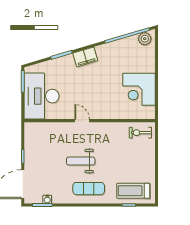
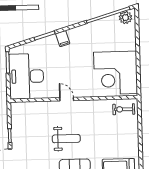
filing cabinet: (85, 57) -> (63, 39), width x0.50
corner desk: (139, 89) -> (116, 73), width x1.36, depth x1.36
weight bench: (81, 161) -> (66, 139), turned 180

